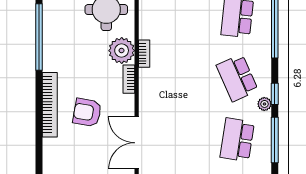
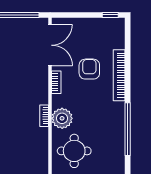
bookcase: (129, 79) -> (56, 82), moved
armchair: (87, 112) -> (89, 69), turned -100

